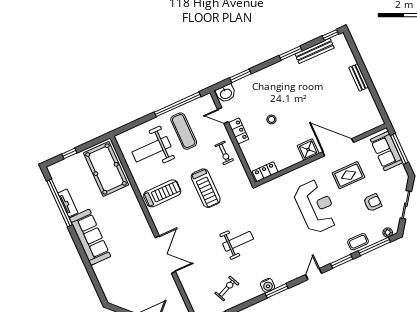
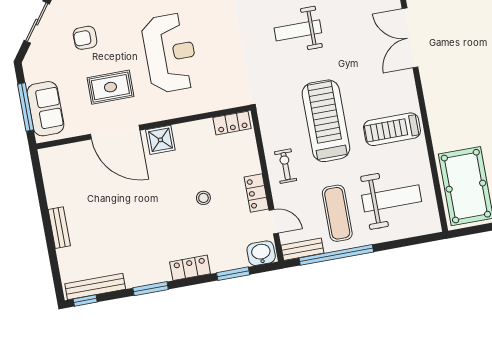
bench: (315, 51) -> (95, 286), moved
locker: (269, 73) -> (190, 268), added
bench: (200, 103) -> (302, 249), added
treadmill: (206, 188) -> (326, 121), width x1.37, depth x1.38
reception desk: (316, 206) -> (170, 53), turned 180

